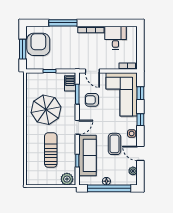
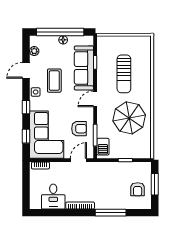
armchair: (38, 44) -> (138, 189), width x0.53, depth x0.53
door: (92, 71) -> (78, 160), hinge flipped
door: (140, 153) -> (26, 70), swing flipped
plant: (67, 179) -> (106, 42), removed

